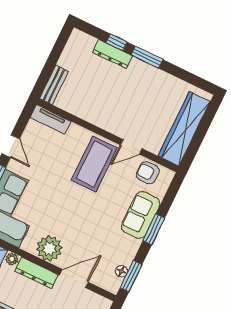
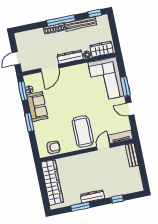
dresser: (112, 54) -> (92, 196), moved
window: (147, 57) -> (80, 207), moved
door: (131, 147) -> (103, 147), moved
sofa: (141, 215) -> (37, 107), moved
plant: (49, 248) -> (73, 74), removed

